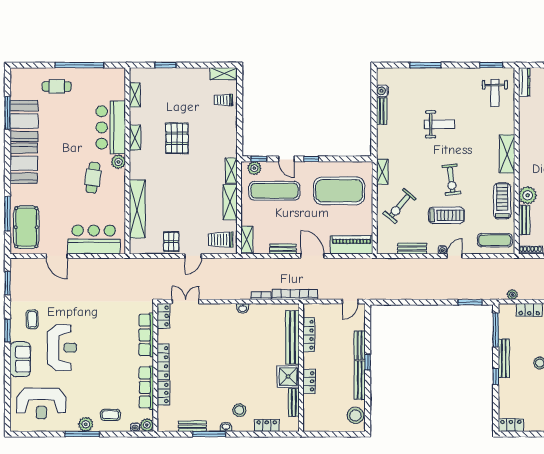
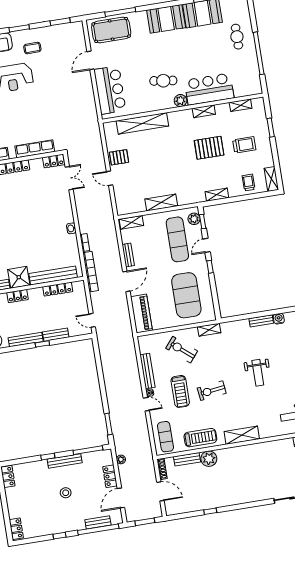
shelving: (231, 171) -> (217, 195), moved
trolley: (221, 240) -> (244, 145), moved, turned 90
bench: (412, 248) -> (147, 371), width x1.36

